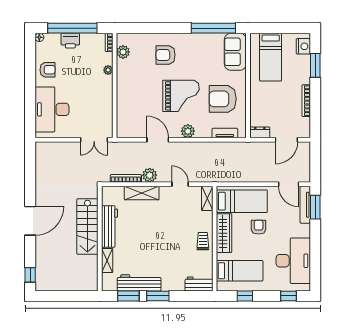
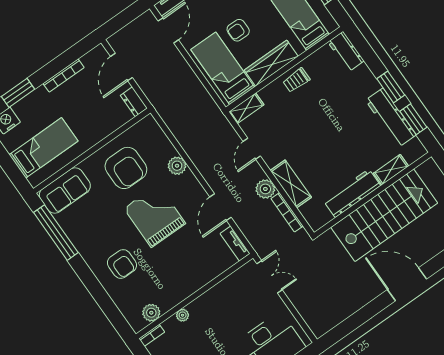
plant: (188, 131) -> (177, 166), moved
tv unit: (225, 133) -> (235, 244), moved
door: (286, 140) -> (122, 67), swing flipped
stairs: (87, 227) -> (384, 215), width x1.36, depth x1.51

